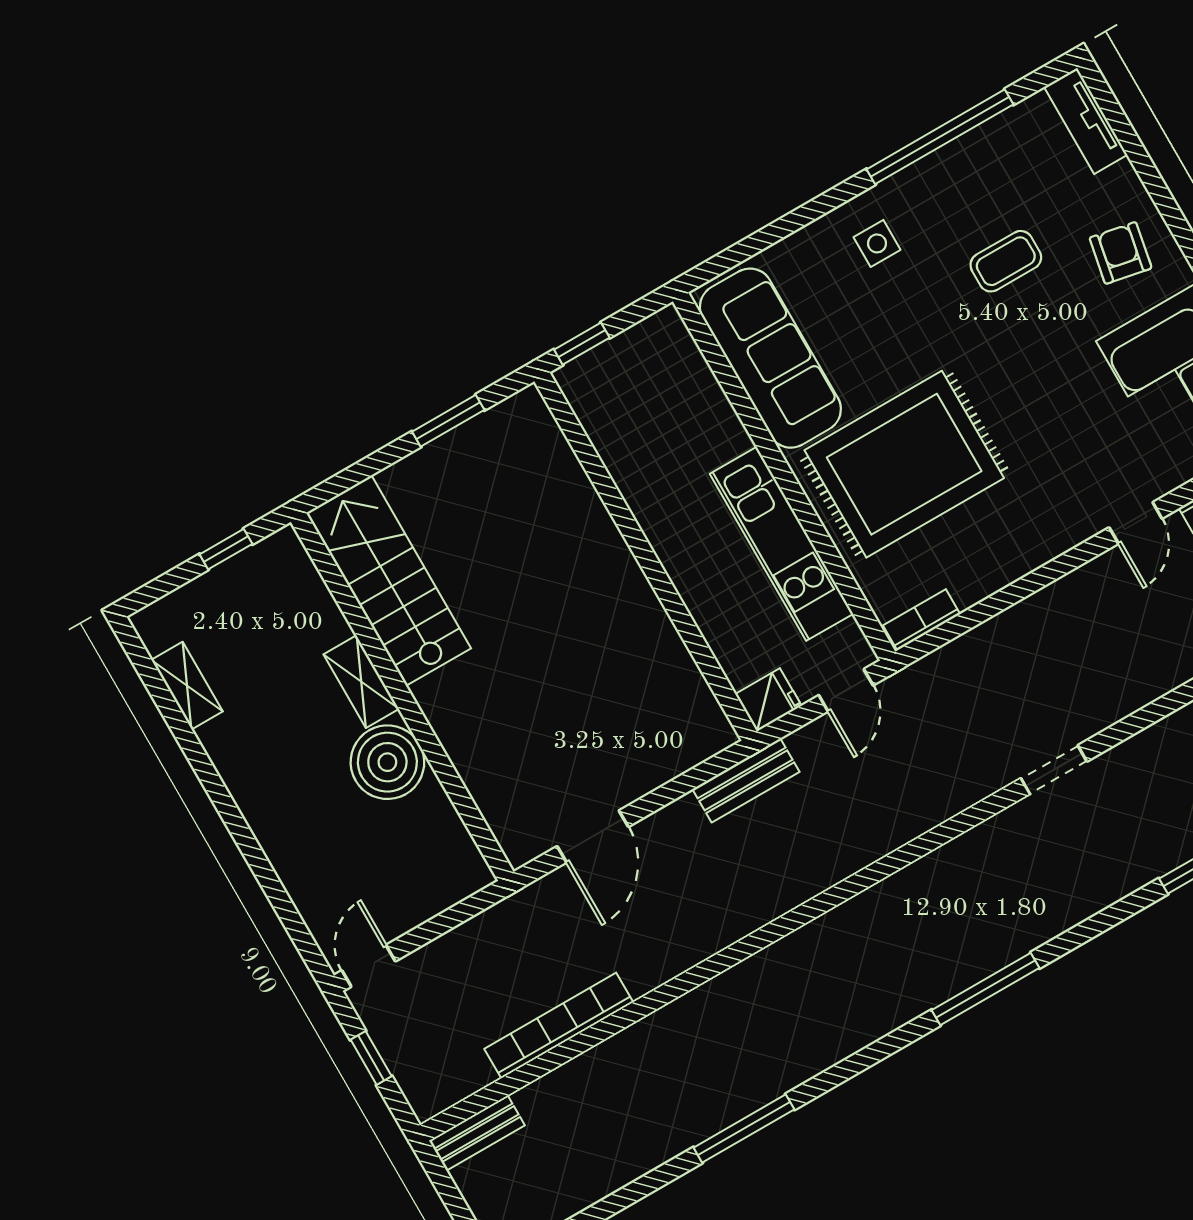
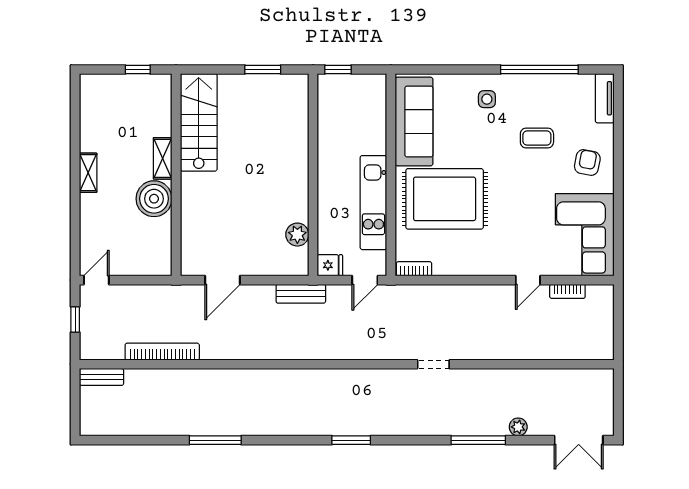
plant: (679, 679) -> (297, 235), added
shelving: (187, 686) -> (88, 173), moved
window: (986, 989) -> (351, 440), width x0.69

